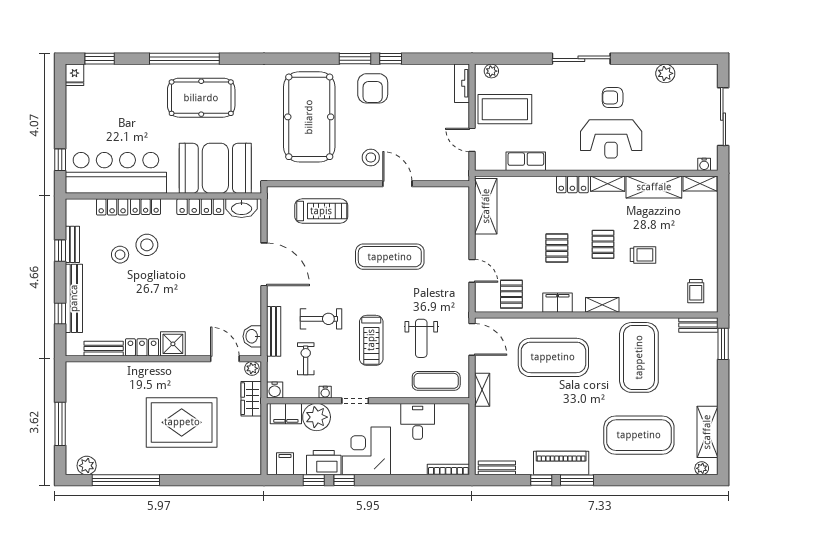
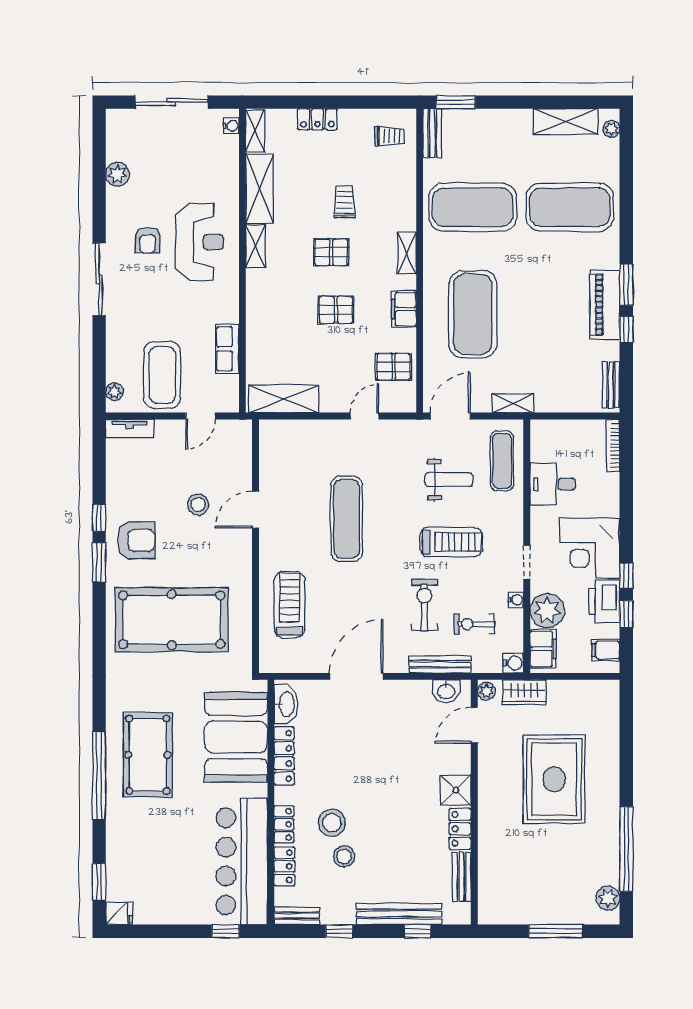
stool: (371, 157) -> (198, 505), moved
locker: (572, 184) -> (317, 119), moved, turned 90
bench: (72, 244) -> (297, 916), moved
exercise mat: (639, 435) -> (570, 207), turned 90

